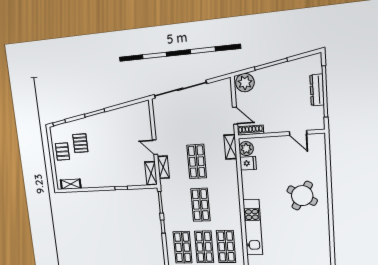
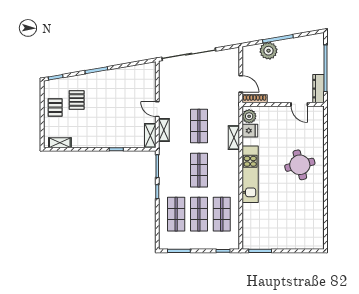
plant: (245, 83) -> (268, 51), moved
dresser: (317, 90) -> (318, 89), moved
shelving: (230, 147) -> (234, 138), moved
round table: (302, 196) -> (300, 165), turned 45
kitchen unit: (253, 227) -> (250, 174), moved

